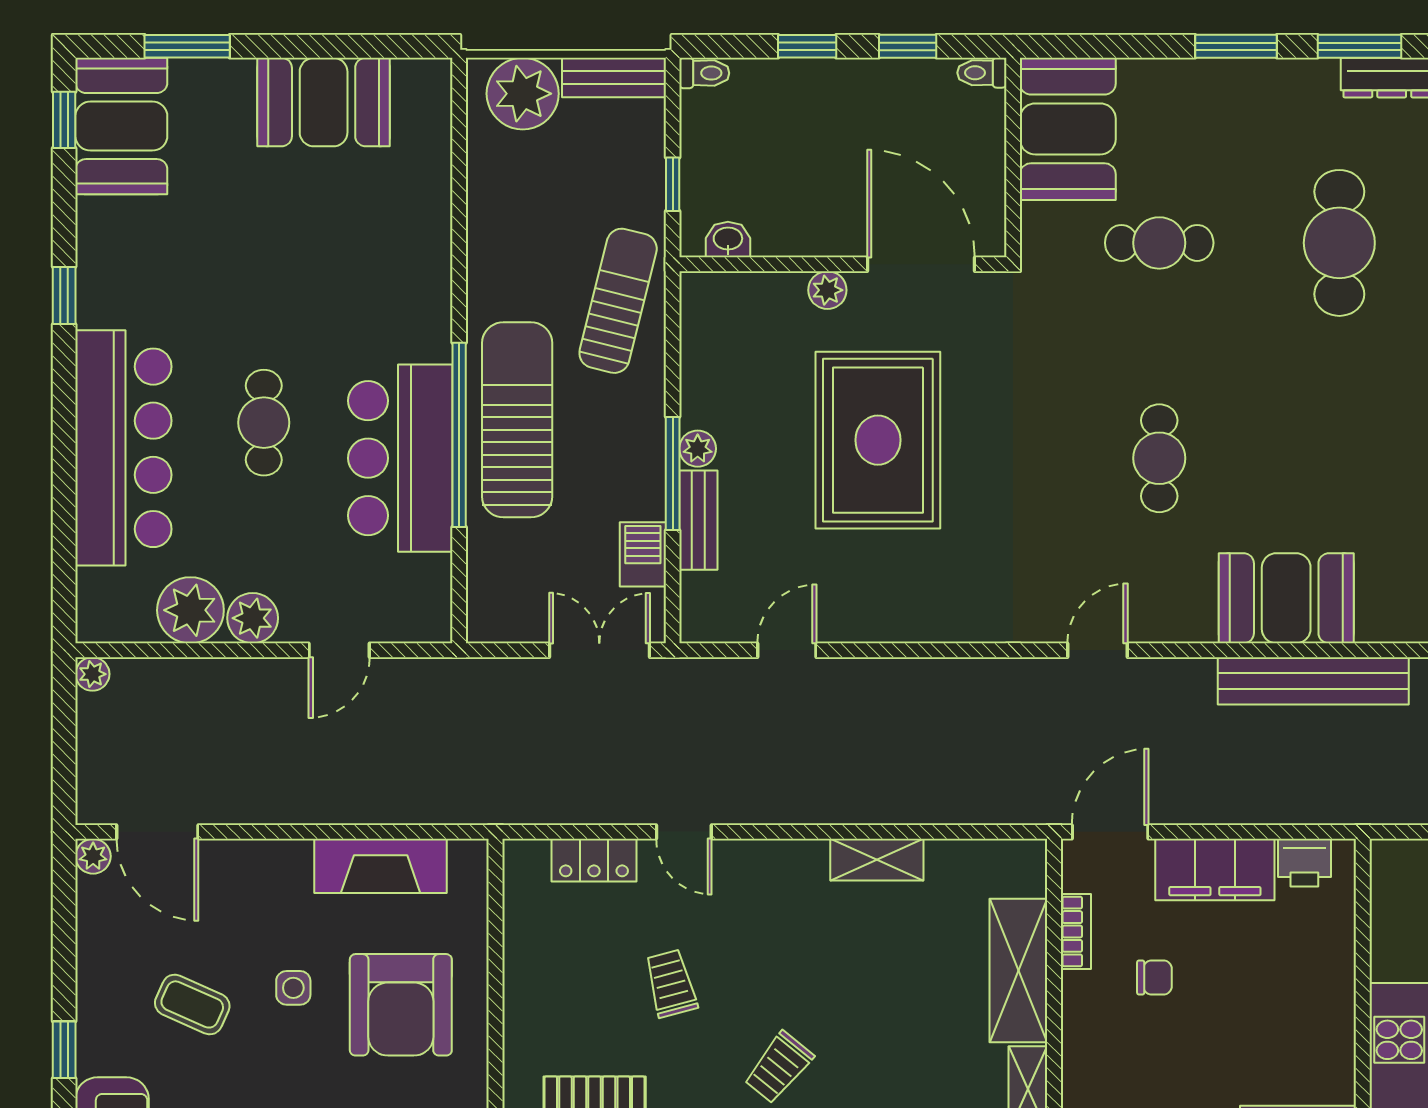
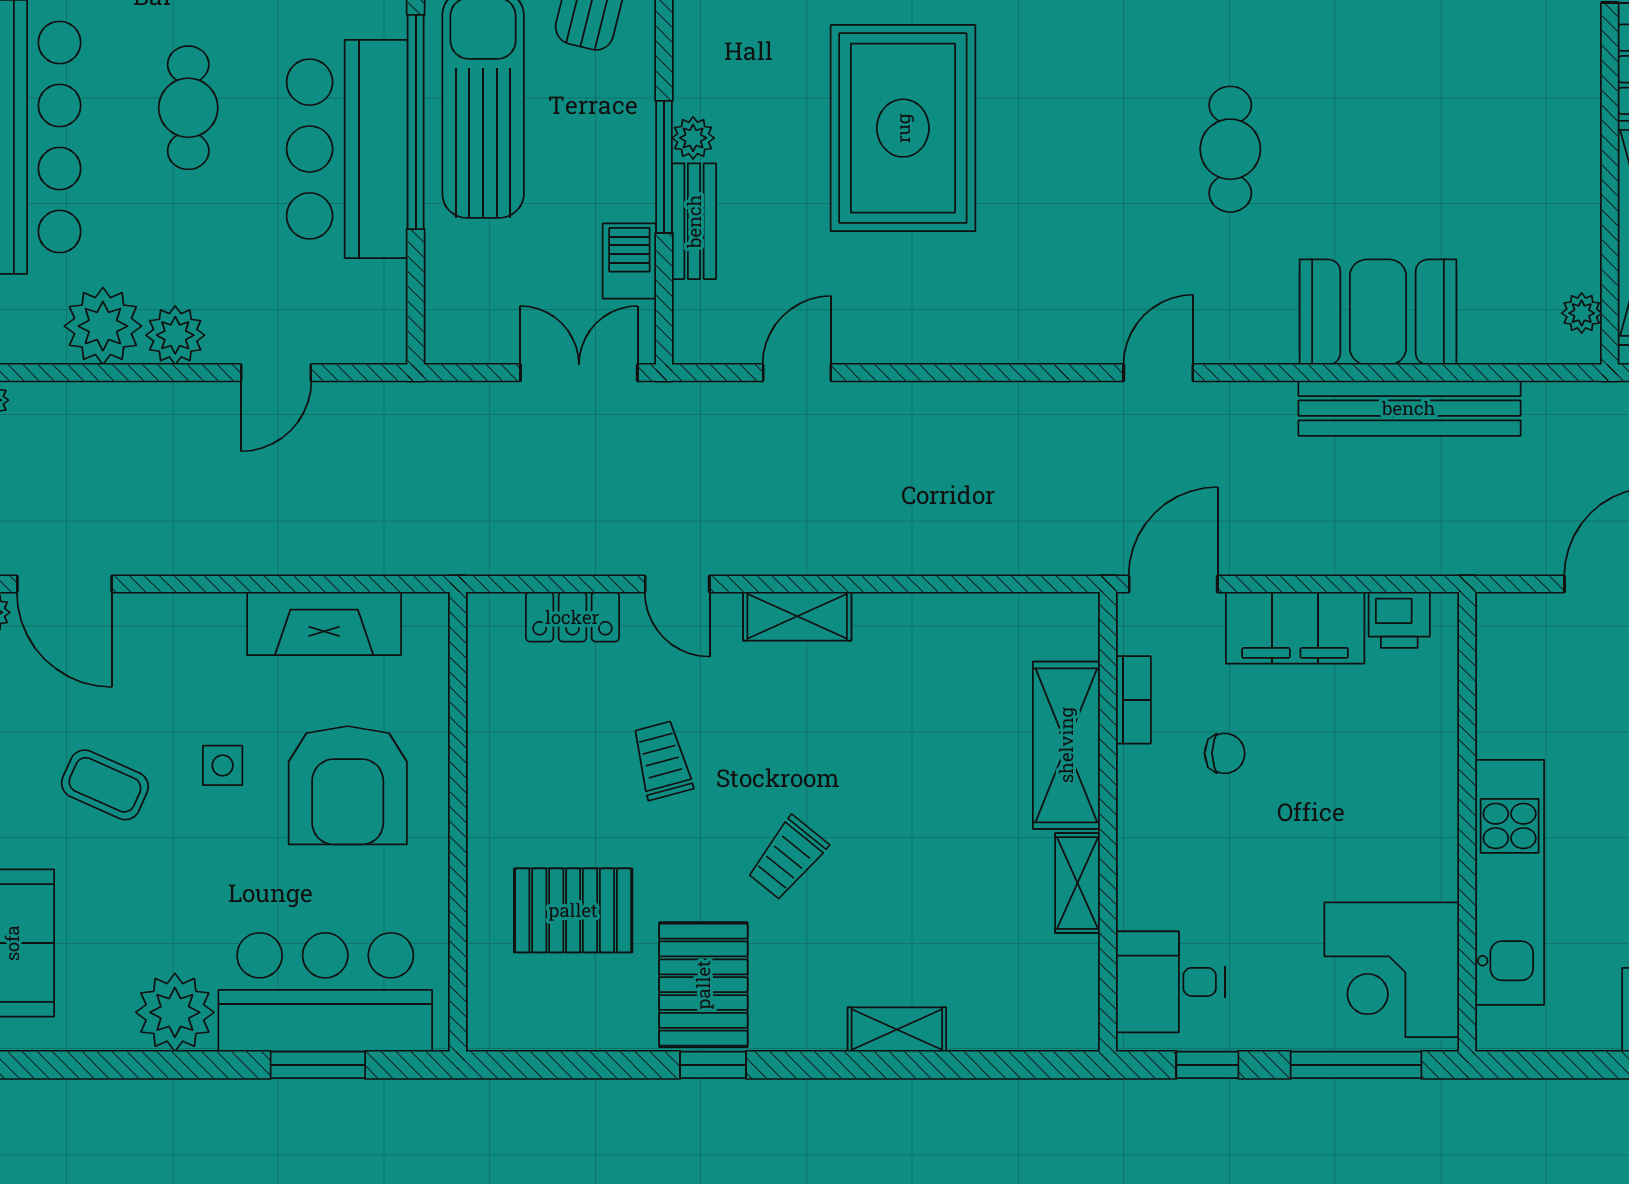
shelving: (877, 860) -> (797, 616), moved

